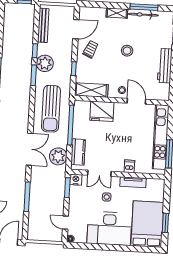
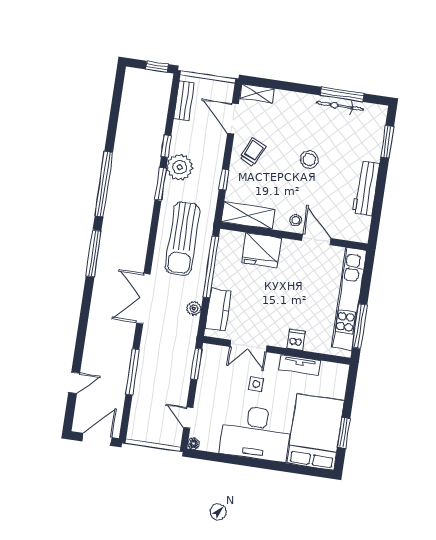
shelving: (117, 13) -> (257, 93), moved
bench: (43, 25) -> (184, 101), width x0.73
door: (76, 29) -> (233, 119), swing flipped
double door: (30, 149) -> (143, 299), swing flipped
plant: (58, 156) -> (194, 308), width x0.53, depth x0.53
nightstand: (76, 180) -> (211, 352), removed

